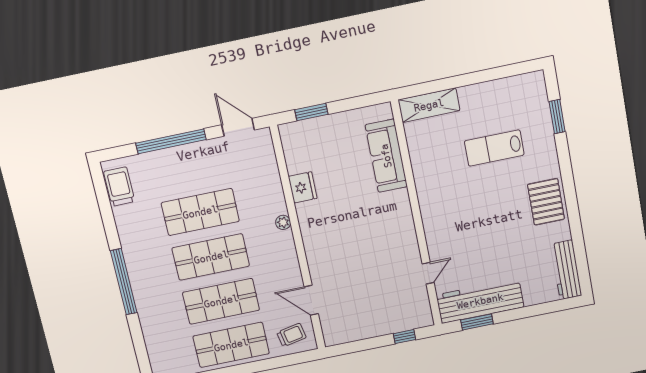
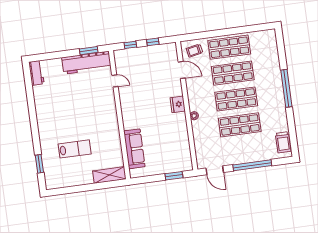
fridge: (303, 187) -> (178, 104), moved
pallet: (546, 202) -> (47, 117), removed
workbench: (566, 270) -> (36, 73), width x0.73
door: (428, 273) -> (115, 81), swing flipped
window: (365, 345) -> (153, 42), added

